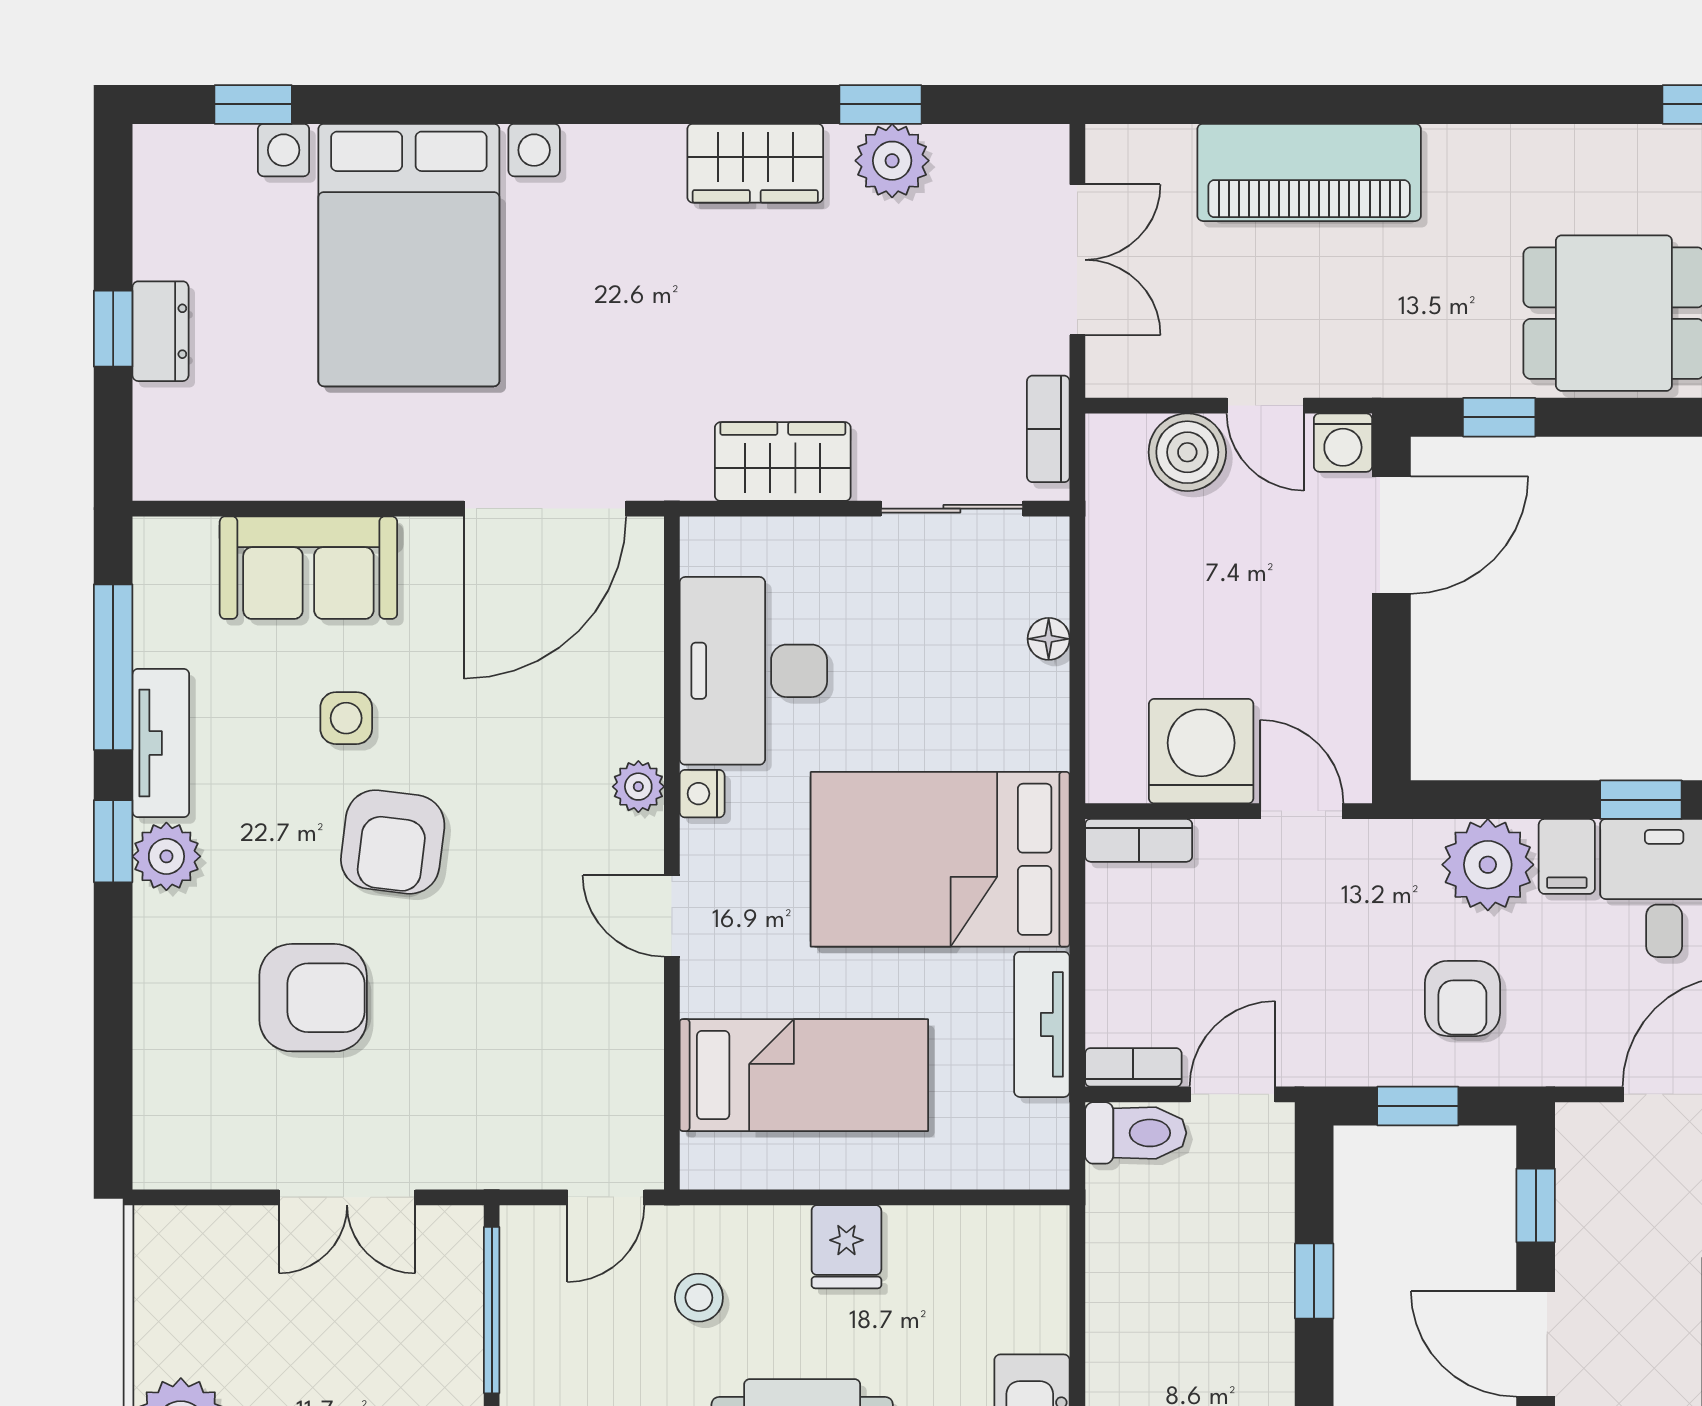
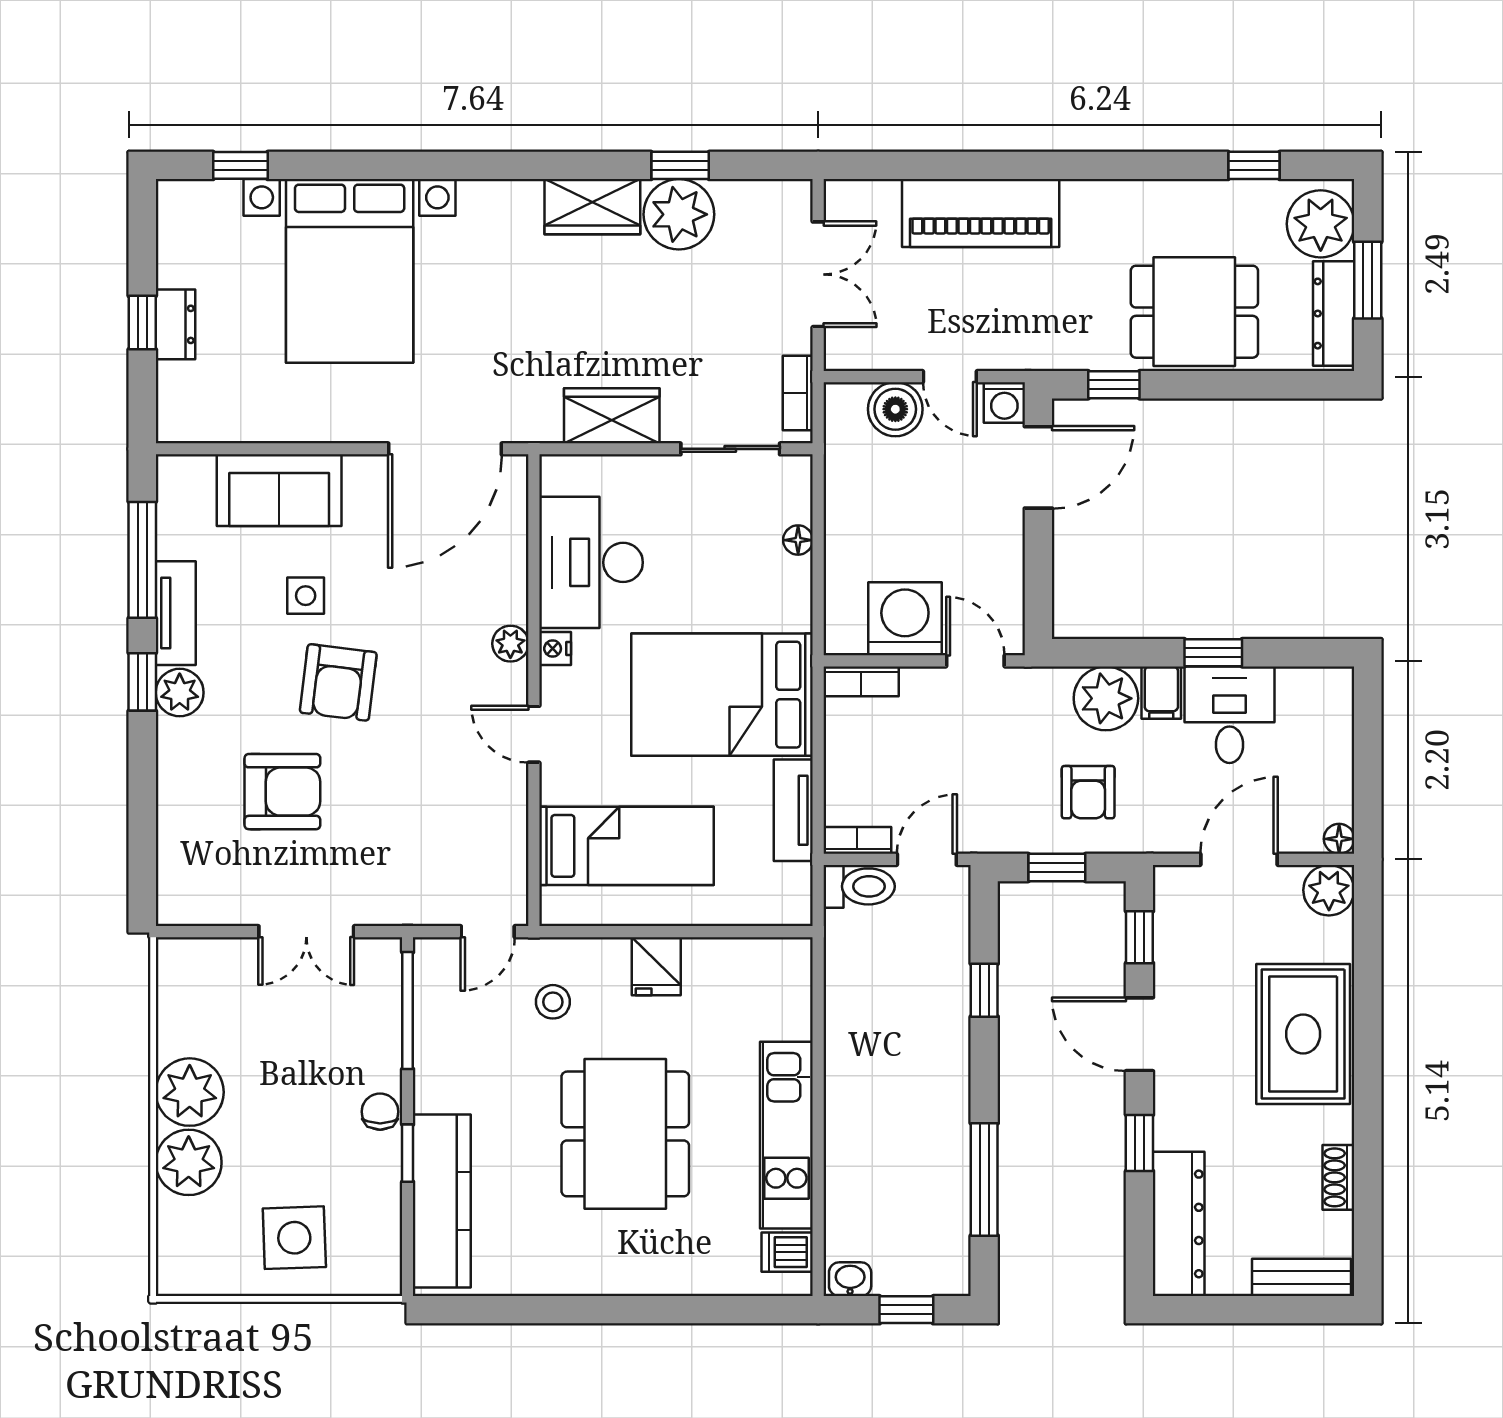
plant: (892, 161) -> (679, 214), width x1.36, depth x1.36

